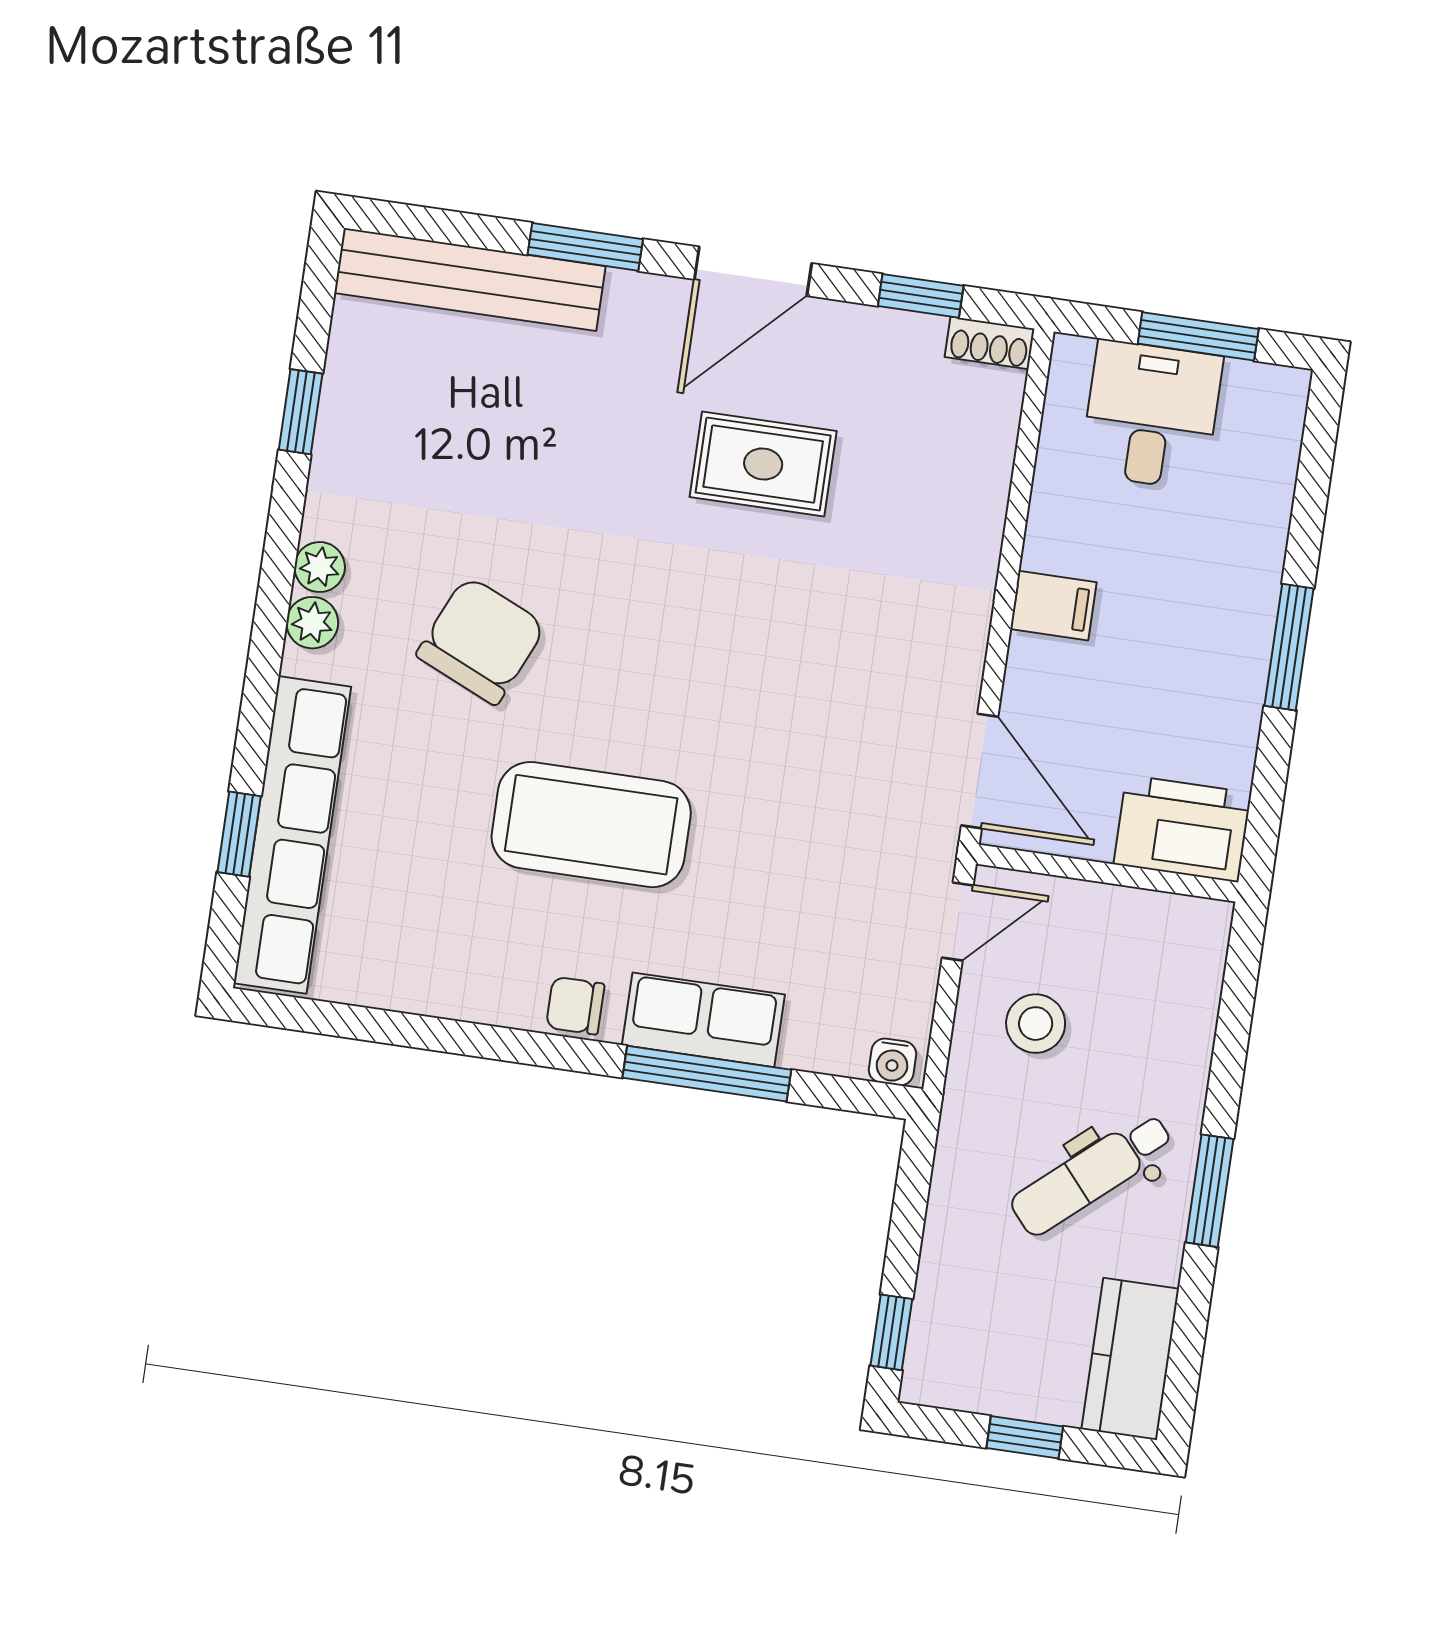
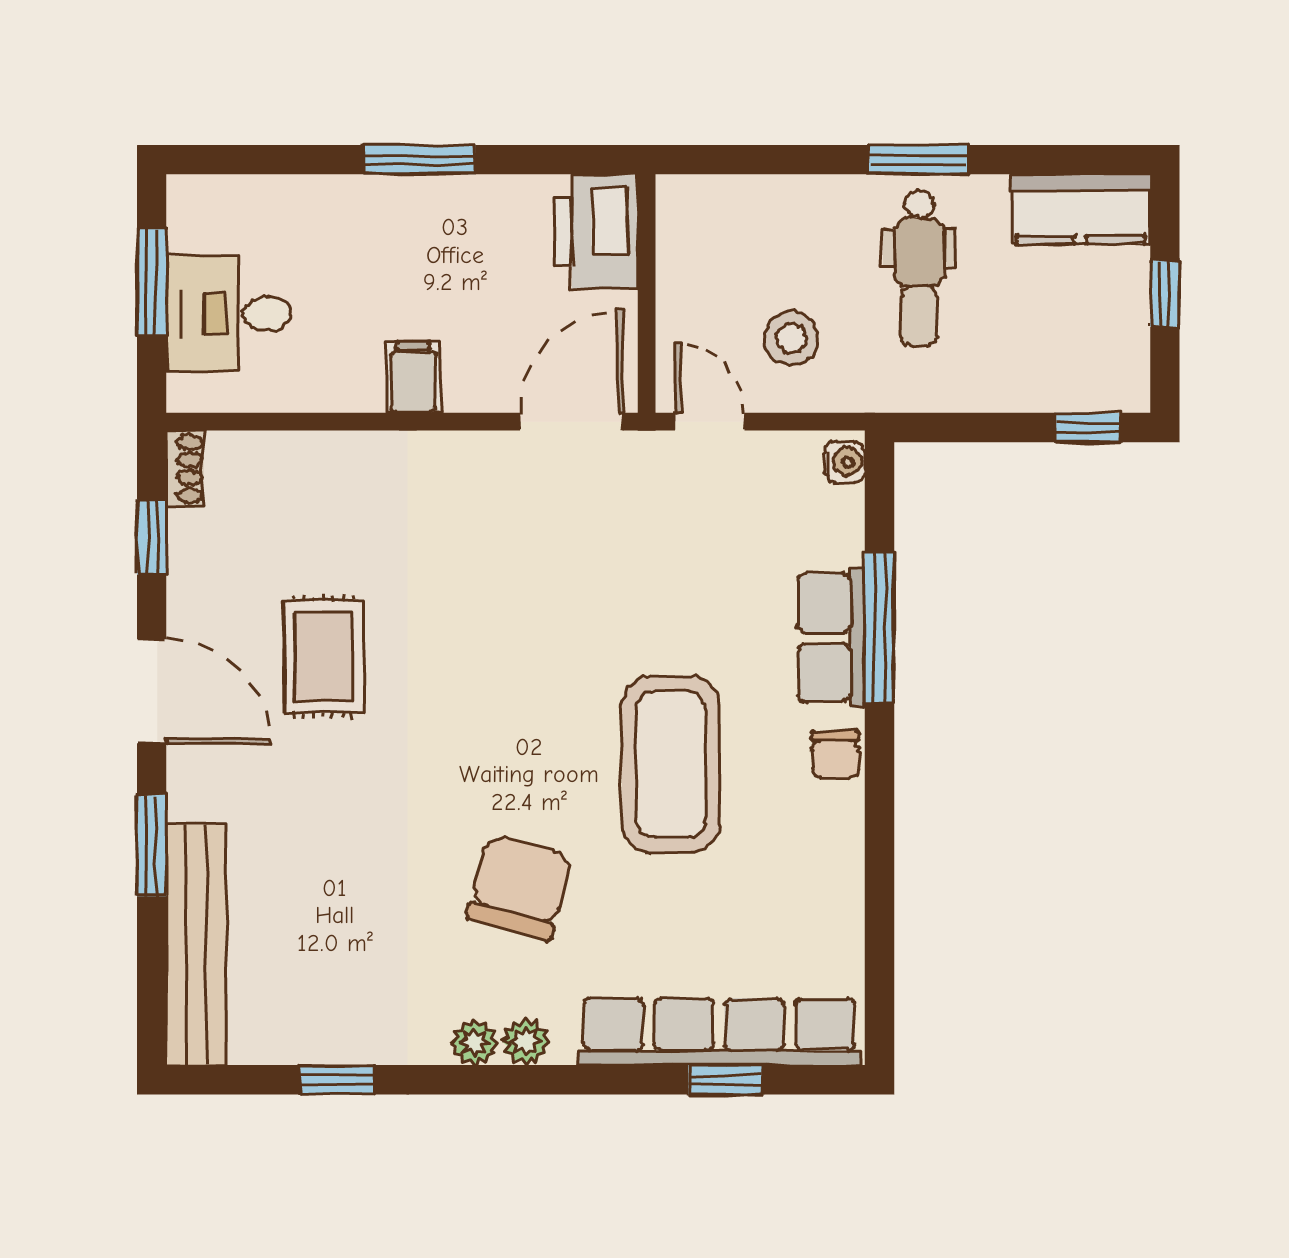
chair: (481, 640) -> (519, 887), turned 81
dental chair: (1092, 1174) -> (919, 268), turned 41

